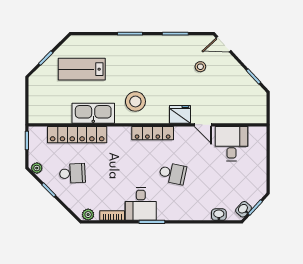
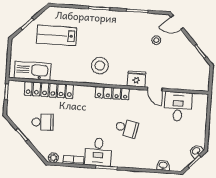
kitchen sink: (93, 113) -> (33, 71), moved
plant: (37, 168) -> (13, 116), removed
washbasin: (244, 209) -> (196, 151), moved

